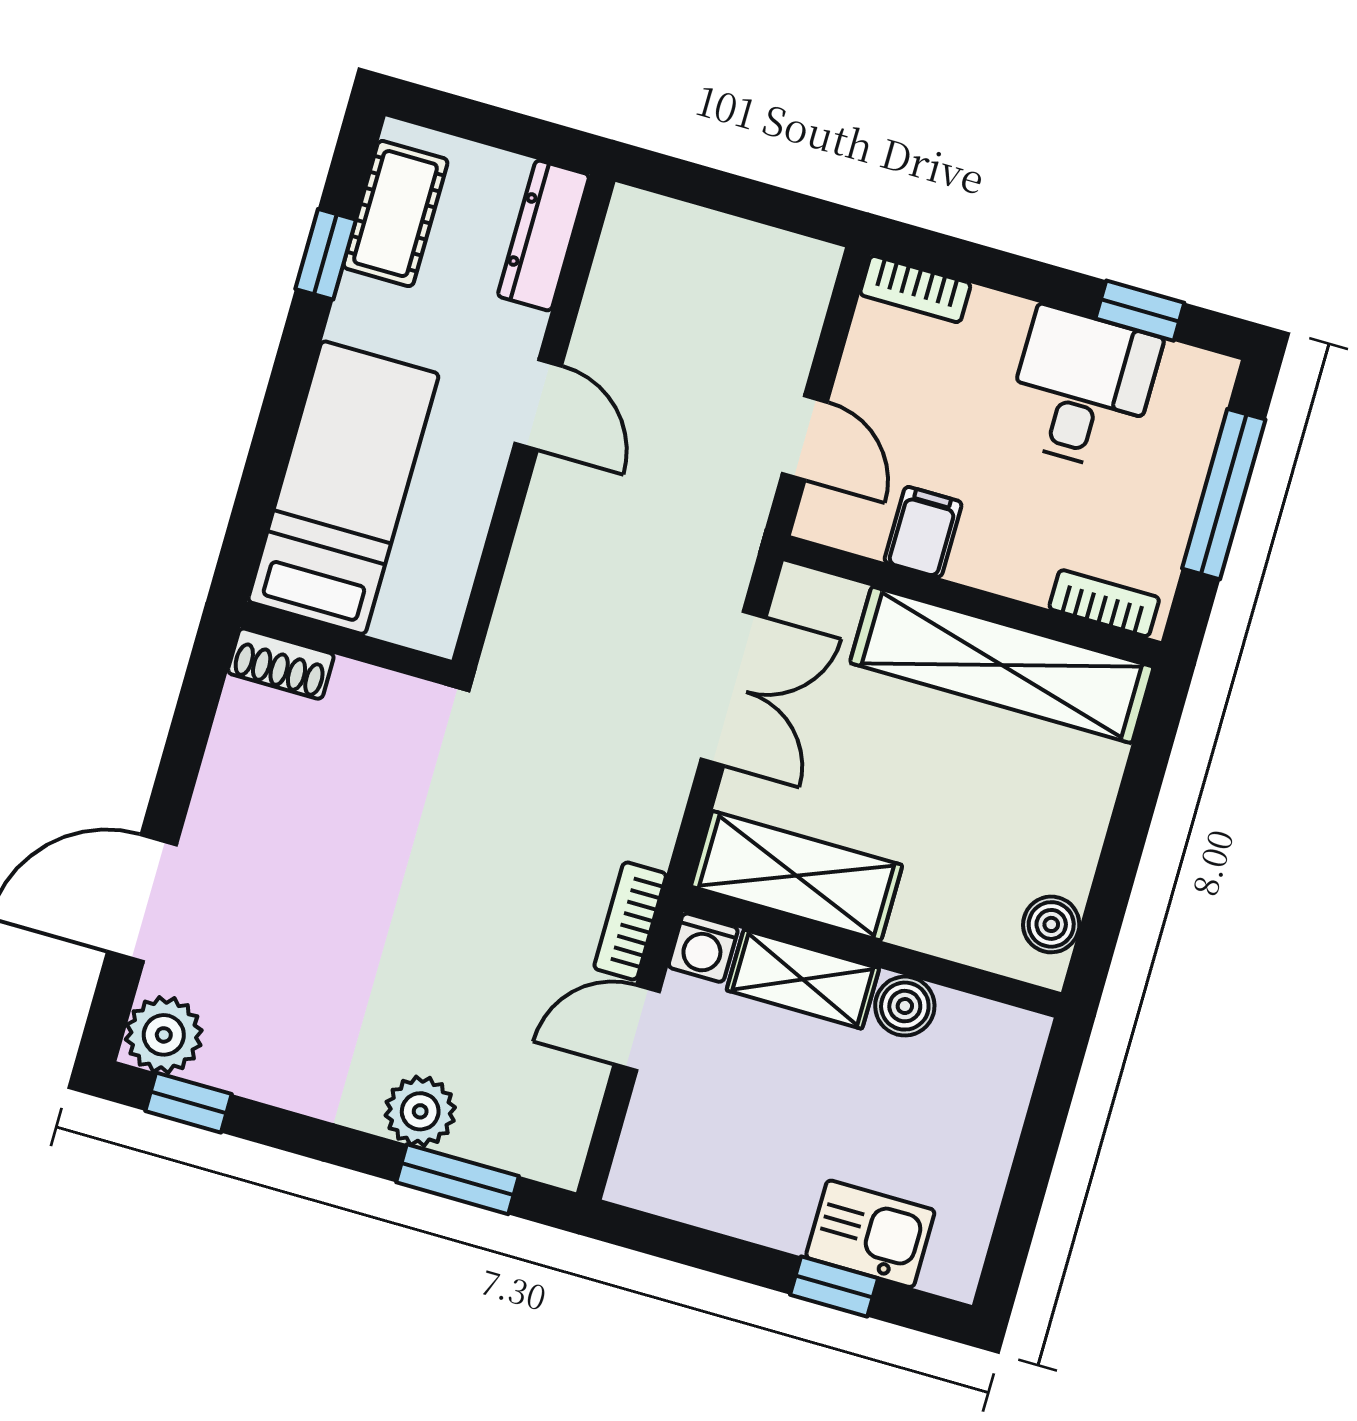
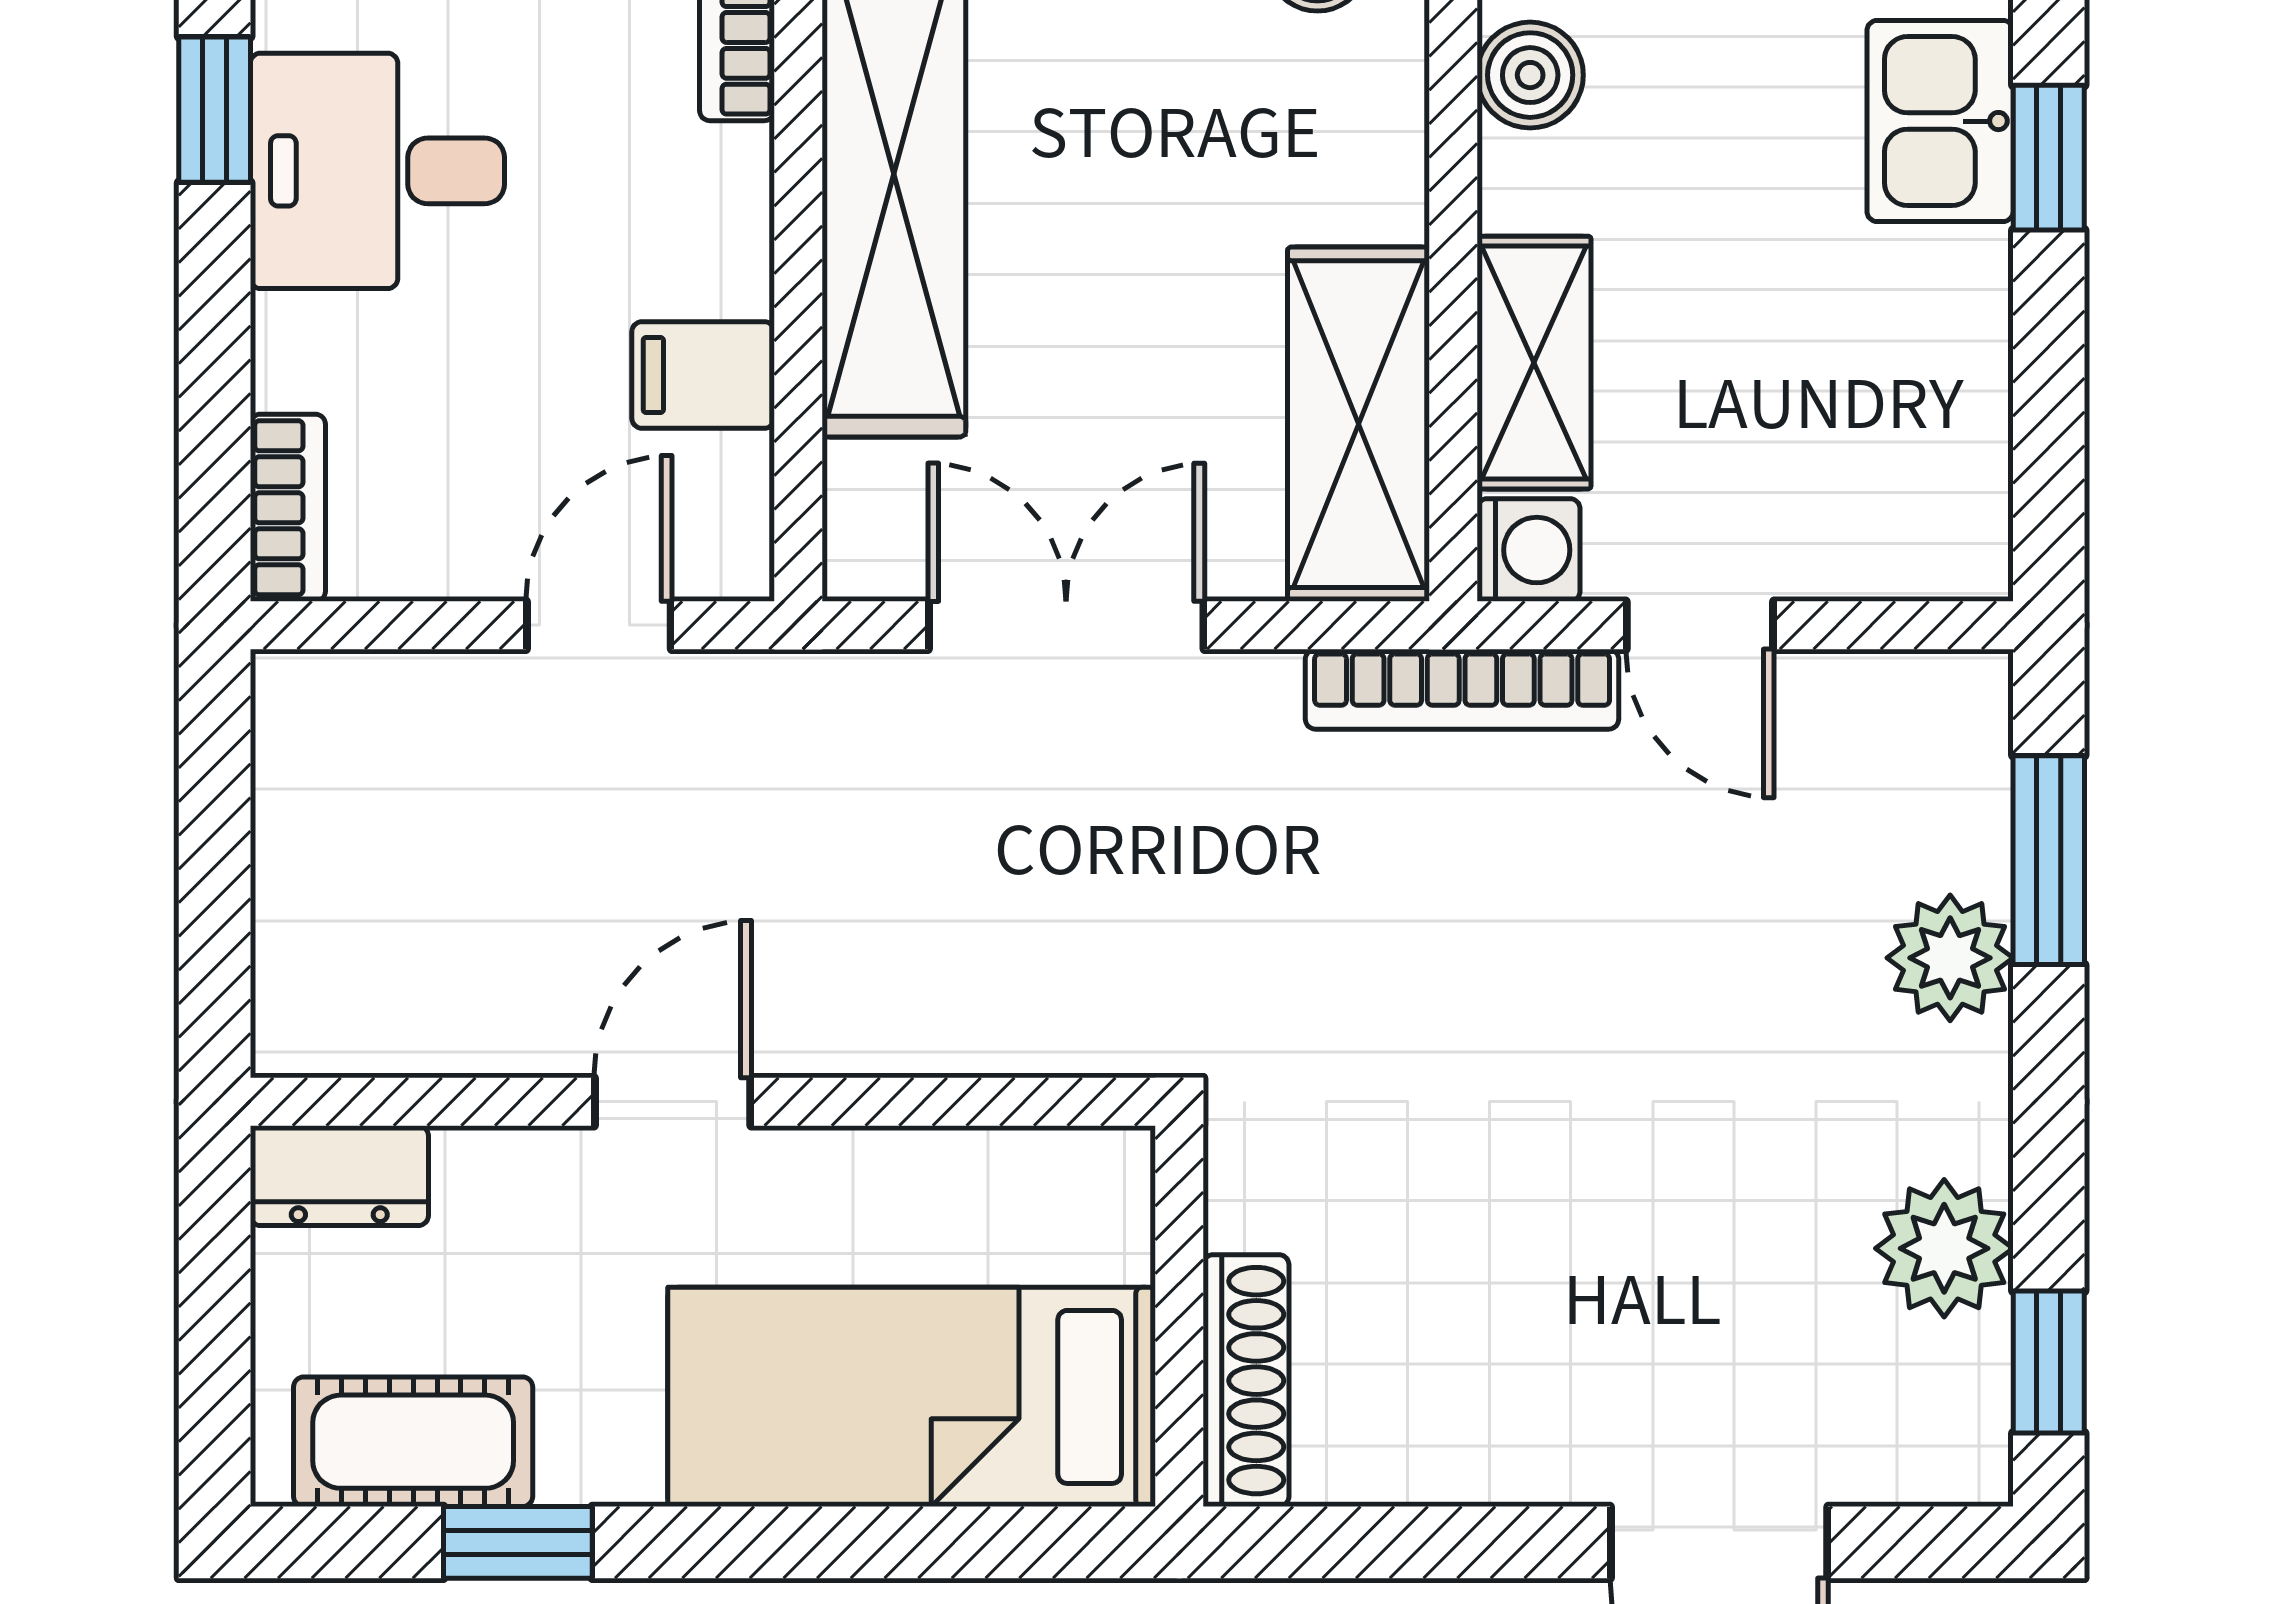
dresser: (543, 235) -> (339, 1176), width x0.70
shoe rack: (281, 664) -> (1246, 1381), width x1.43
bookcase: (630, 921) -> (1462, 689), width x1.56
boiler: (905, 1006) -> (1530, 75), moved
plant: (164, 1035) -> (1944, 1248), moved

